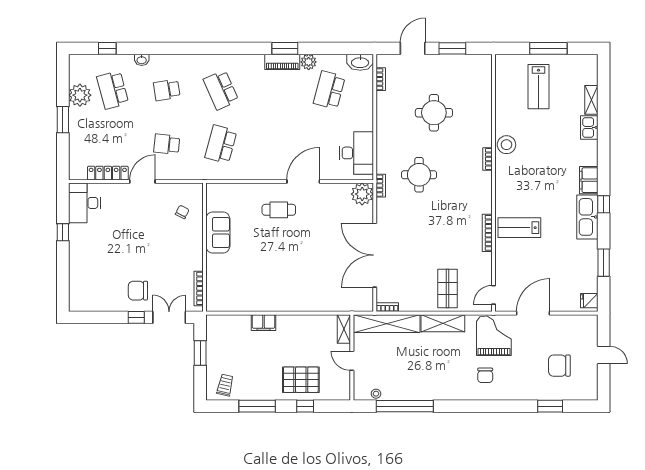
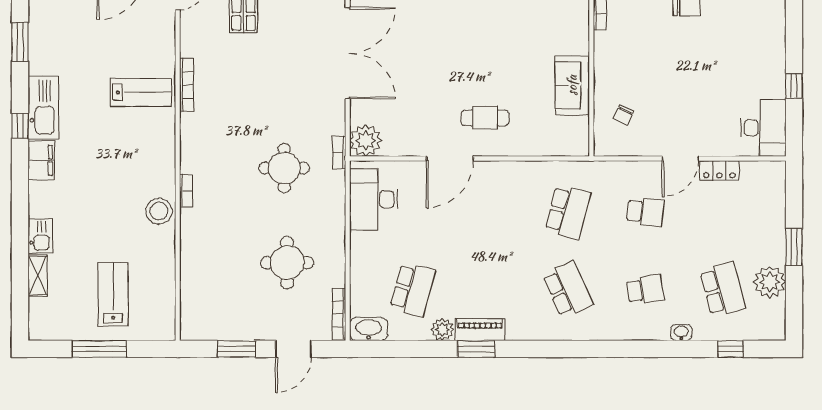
bookcase: (381, 79) -> (339, 314), width x1.56
round table: (434, 113) -> (287, 263), moved
locker: (108, 173) -> (719, 170), width x0.66

